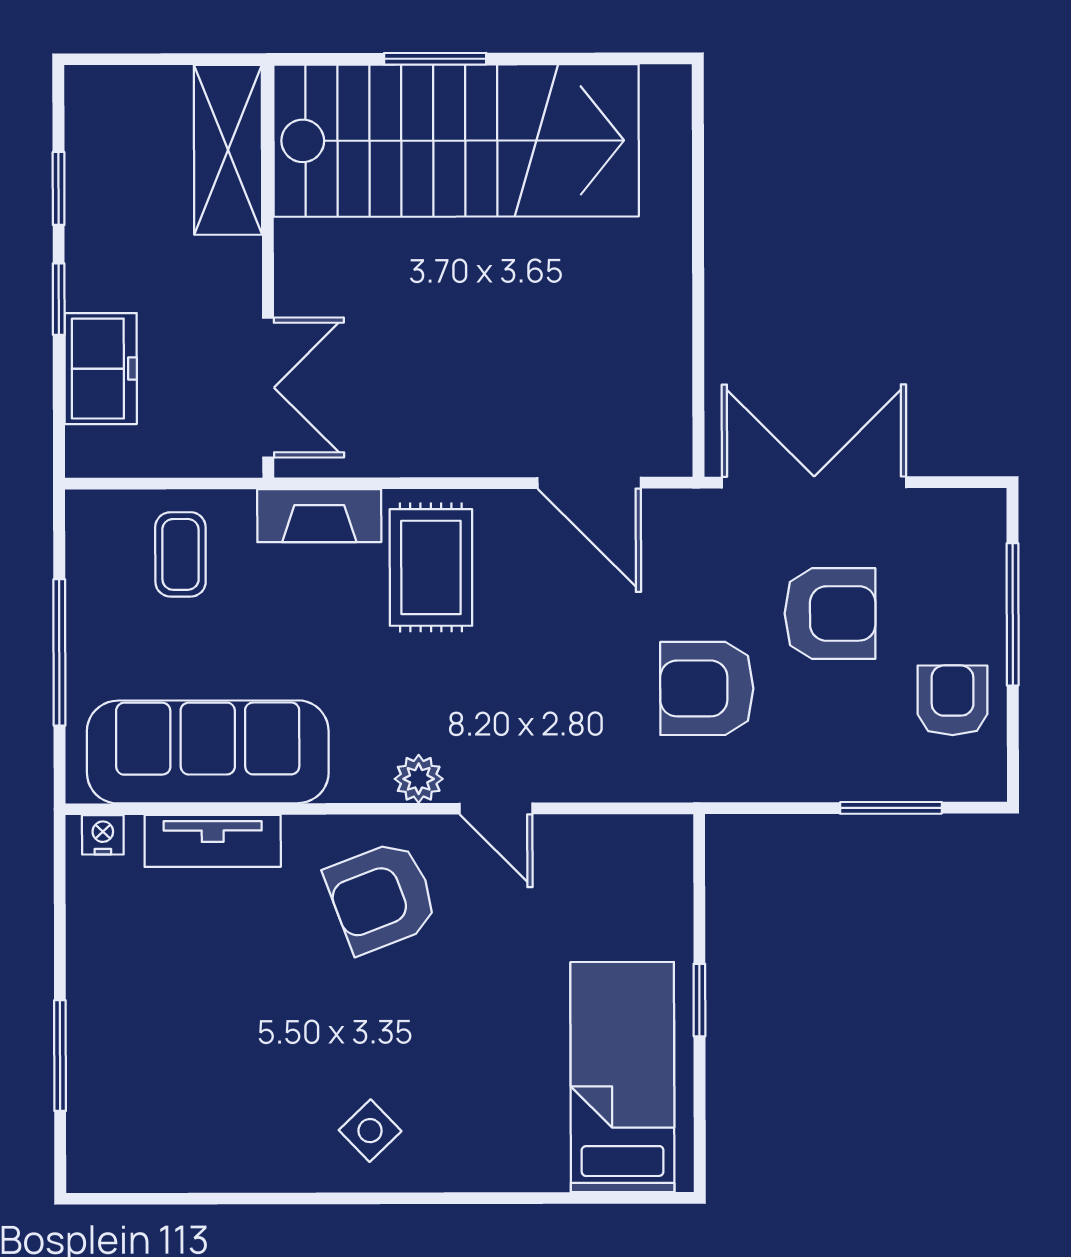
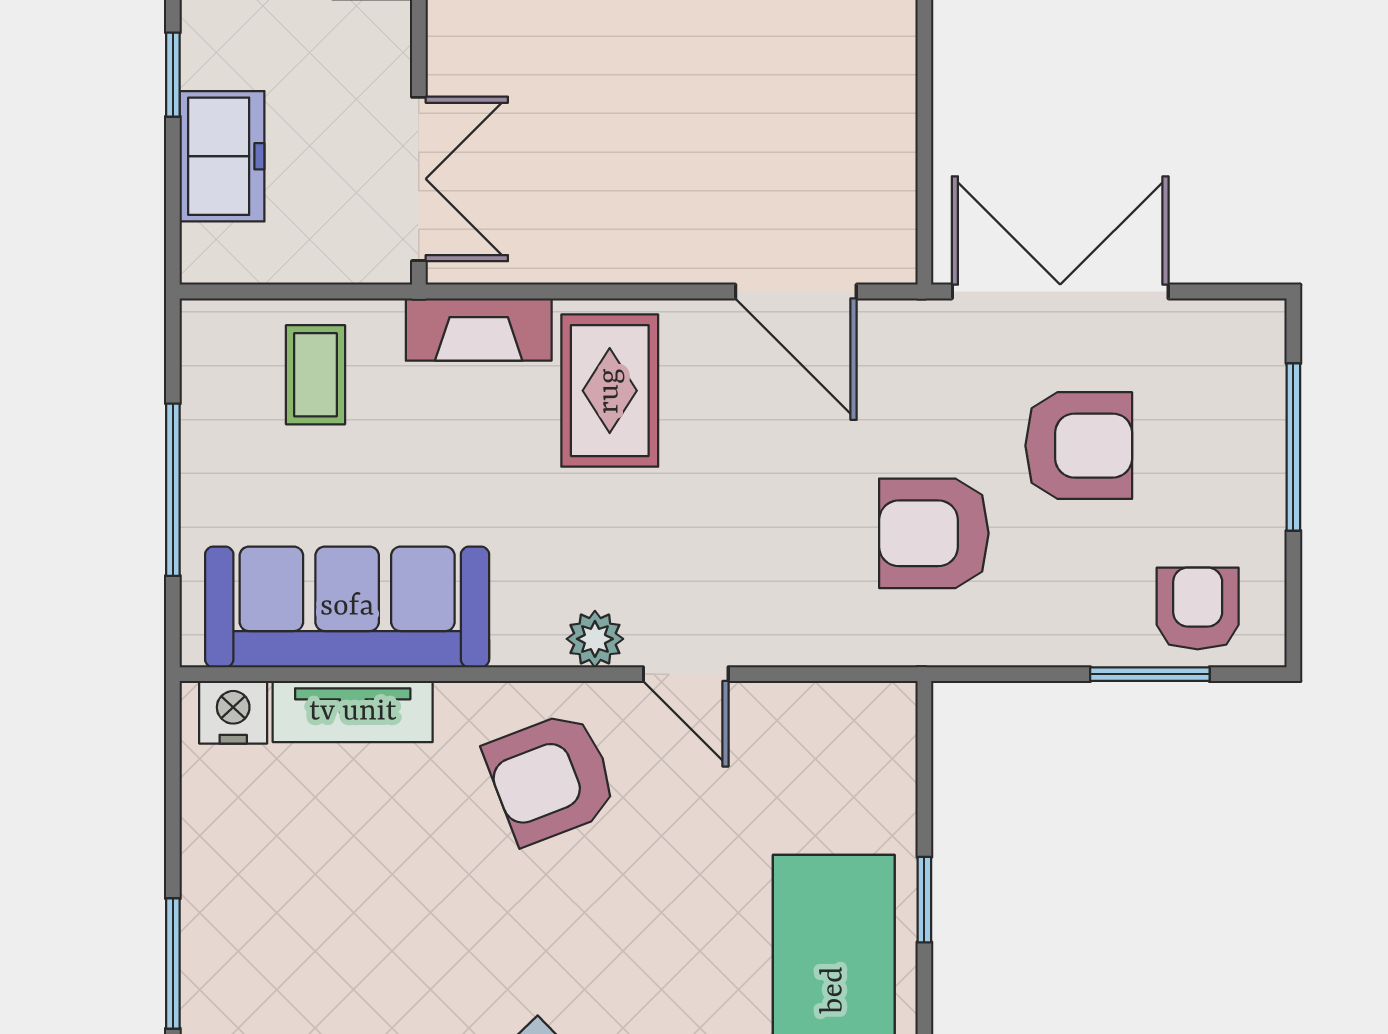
armchair: (953, 700) -> (1198, 608), moved
nightstand: (103, 835) -> (233, 712), width x1.39, depth x1.35

